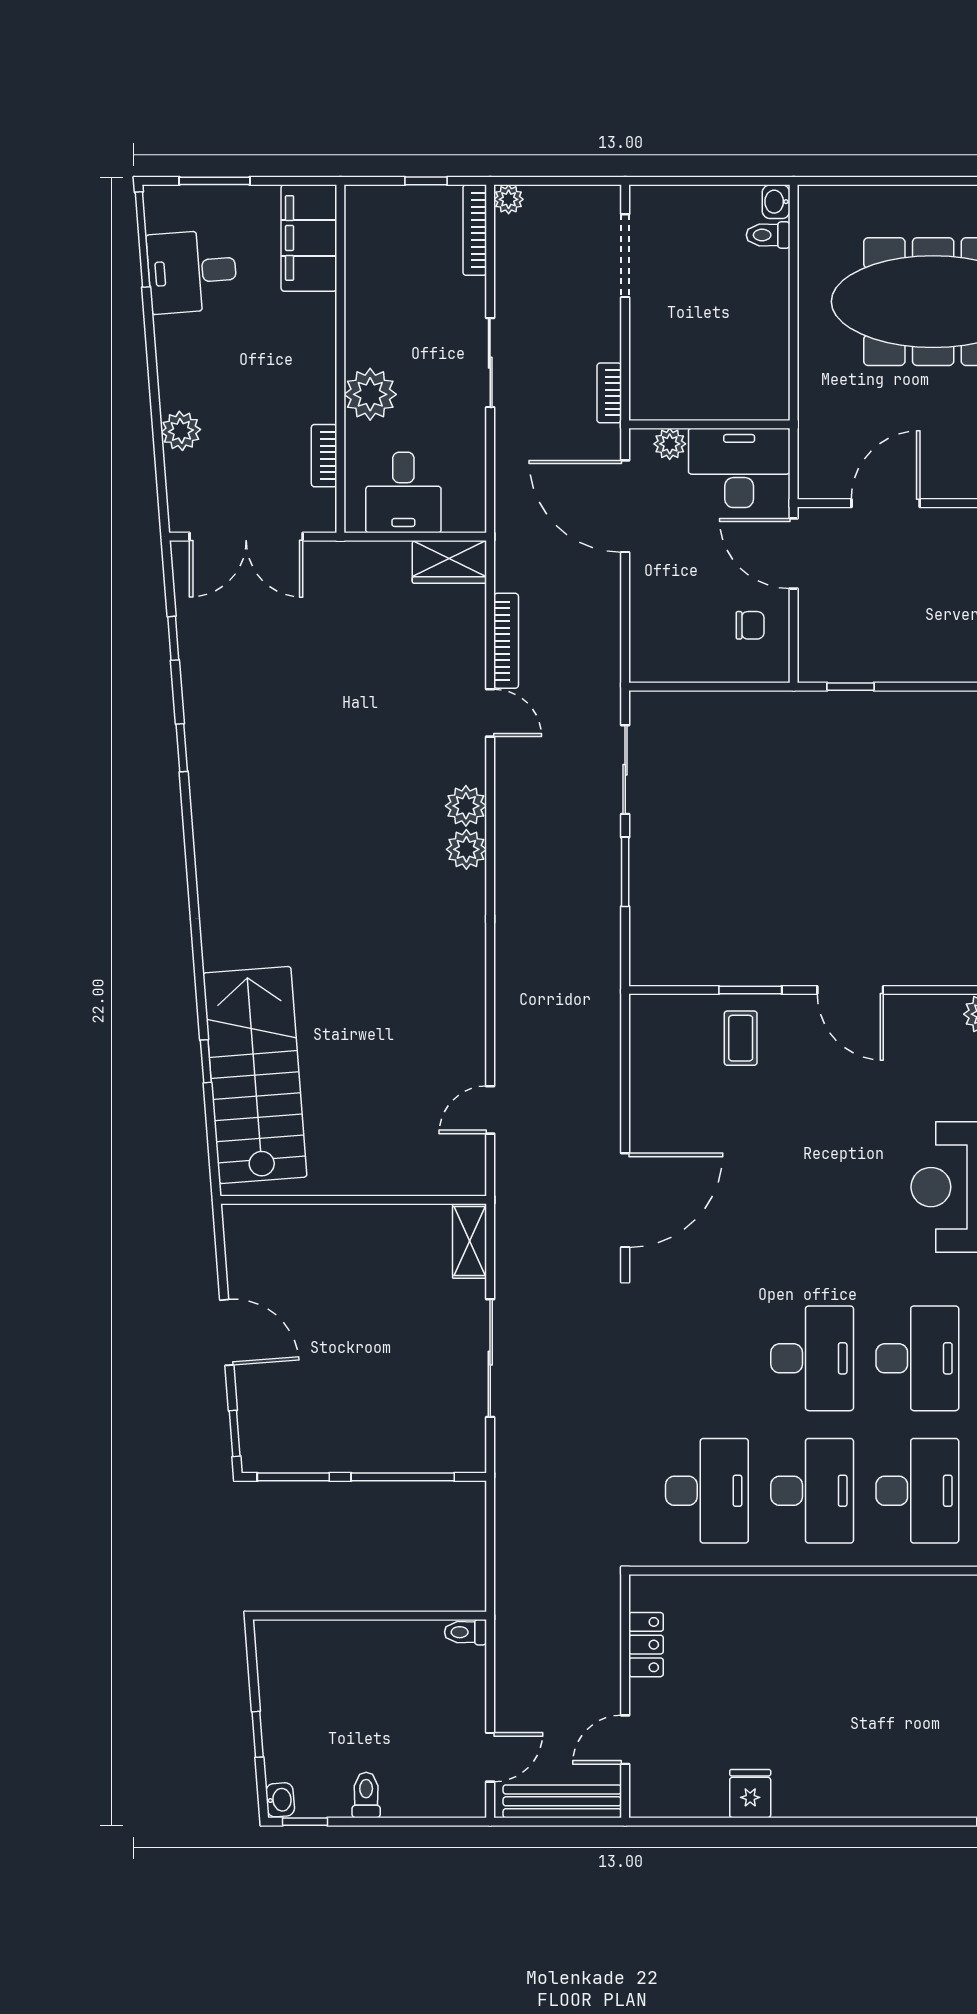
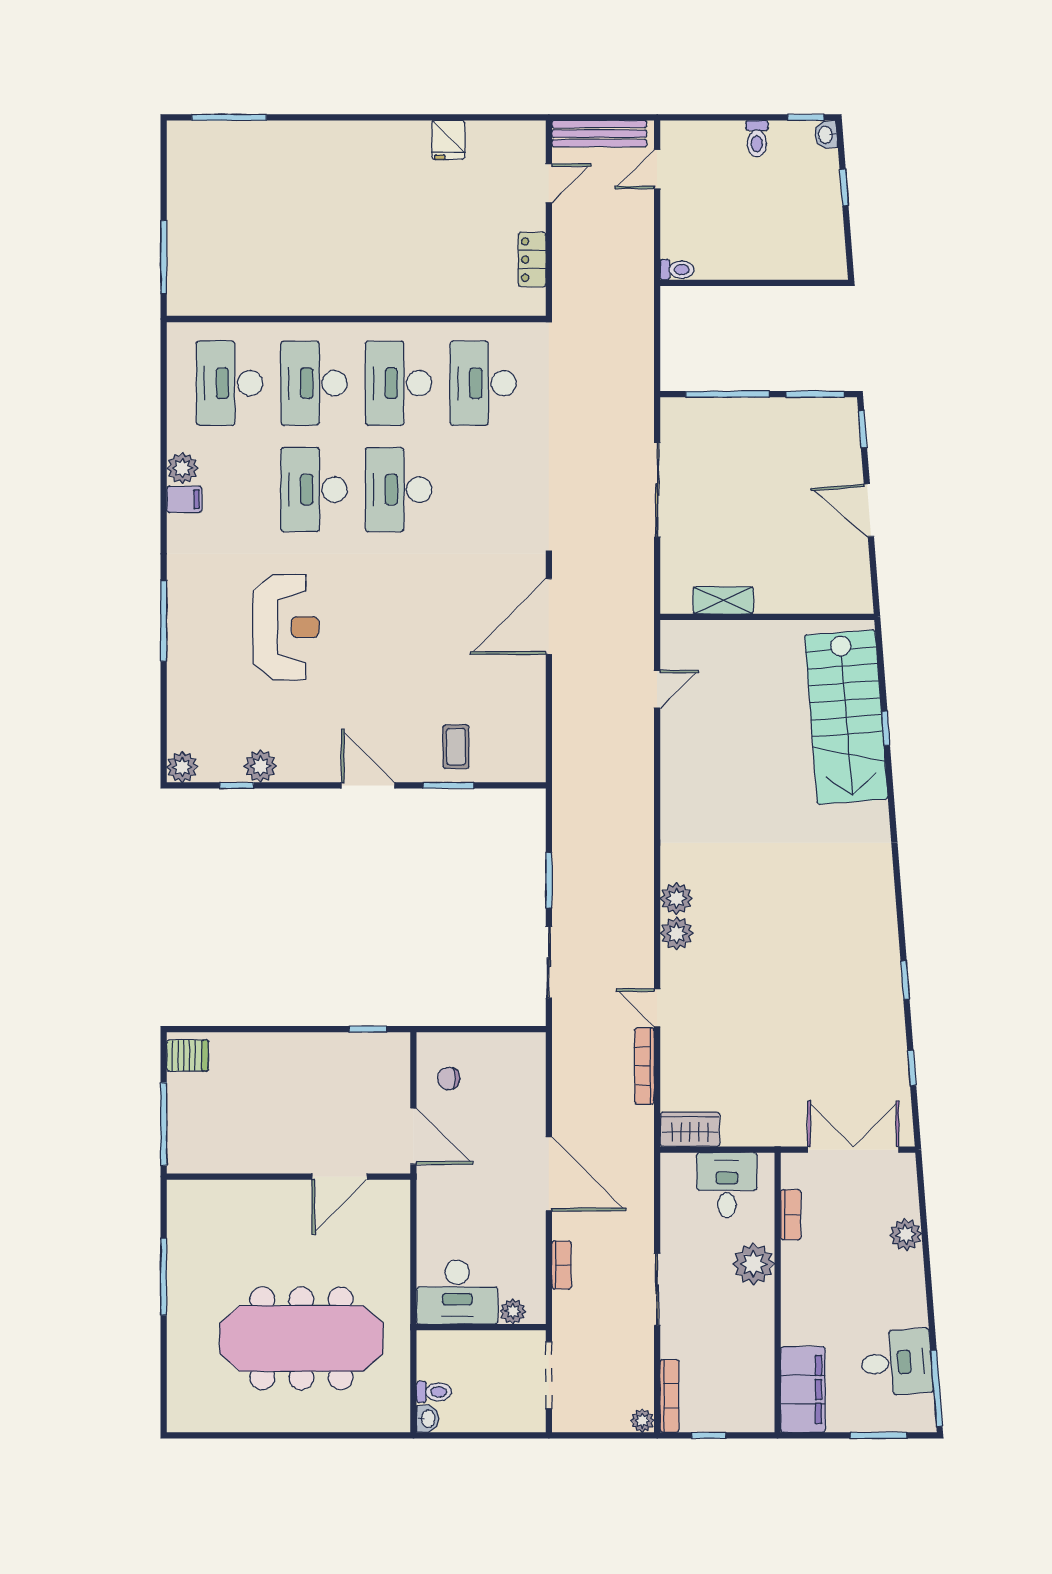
wall: (709, 424) -> (481, 1327), moved
plant: (670, 444) -> (513, 1311), moved
desk: (739, 468) -> (457, 1292), moved
shelving: (470, 1241) -> (723, 600), moved, turned 90

